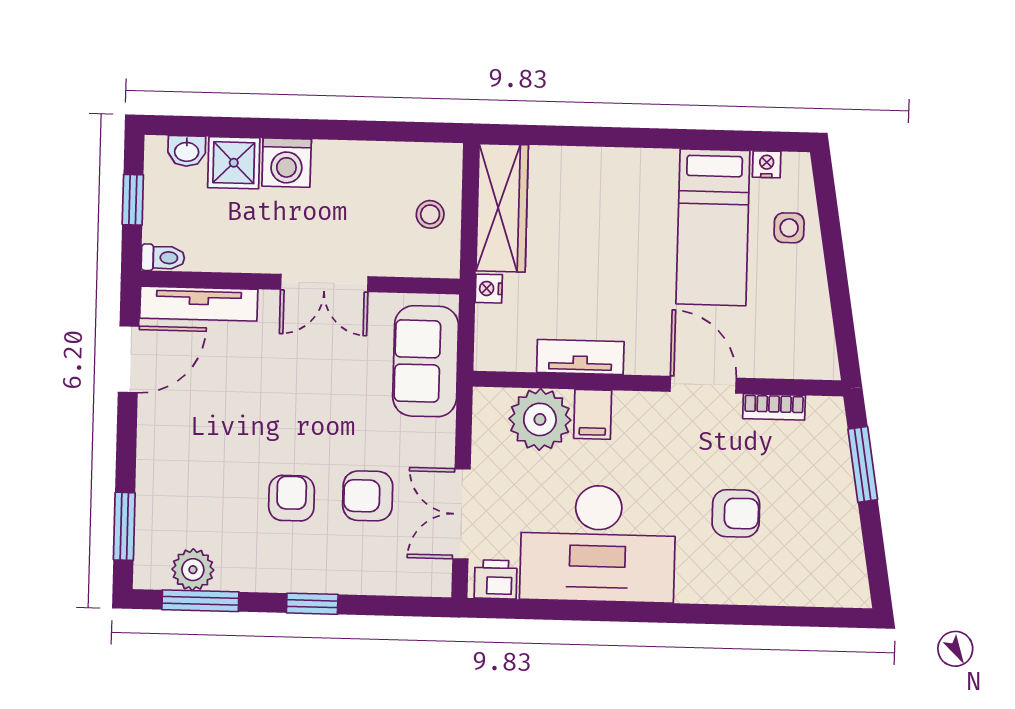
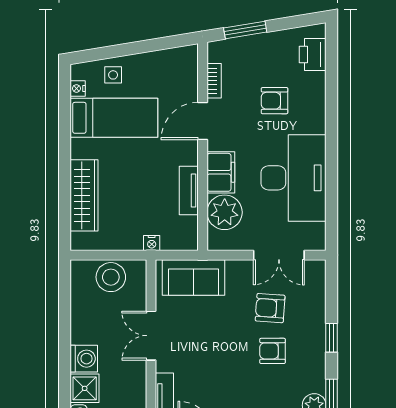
wardrobe: (502, 208) -> (84, 195), moved, turned 90
stool: (430, 214) -> (111, 277), width x1.89, depth x1.89
double door: (324, 283) -> (151, 336), swing flipped
filing cabinet: (593, 414) -> (221, 172), width x2.00
armchair: (368, 496) -> (270, 308), turned 94
armchair: (736, 513) -> (275, 101), turned -90
printer: (496, 579) -> (313, 54), moved, width x1.36, depth x1.24

